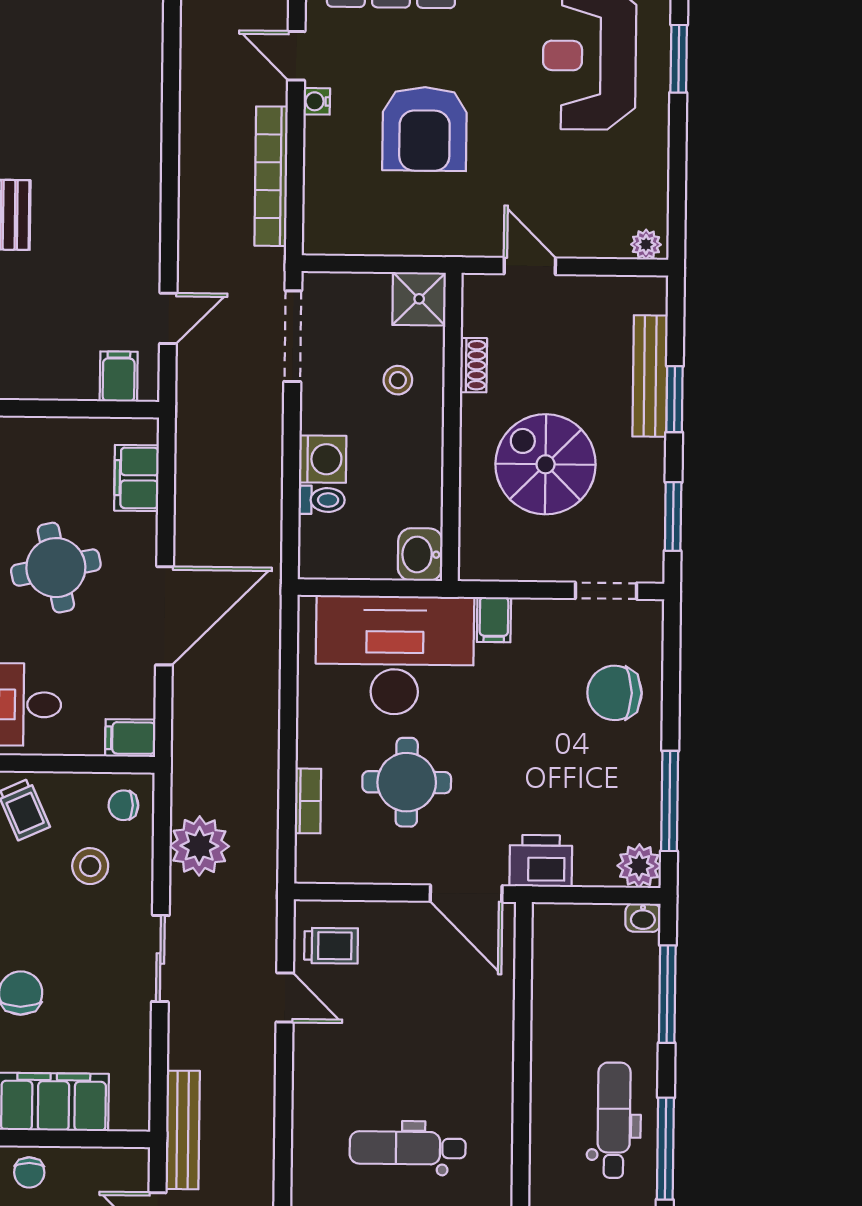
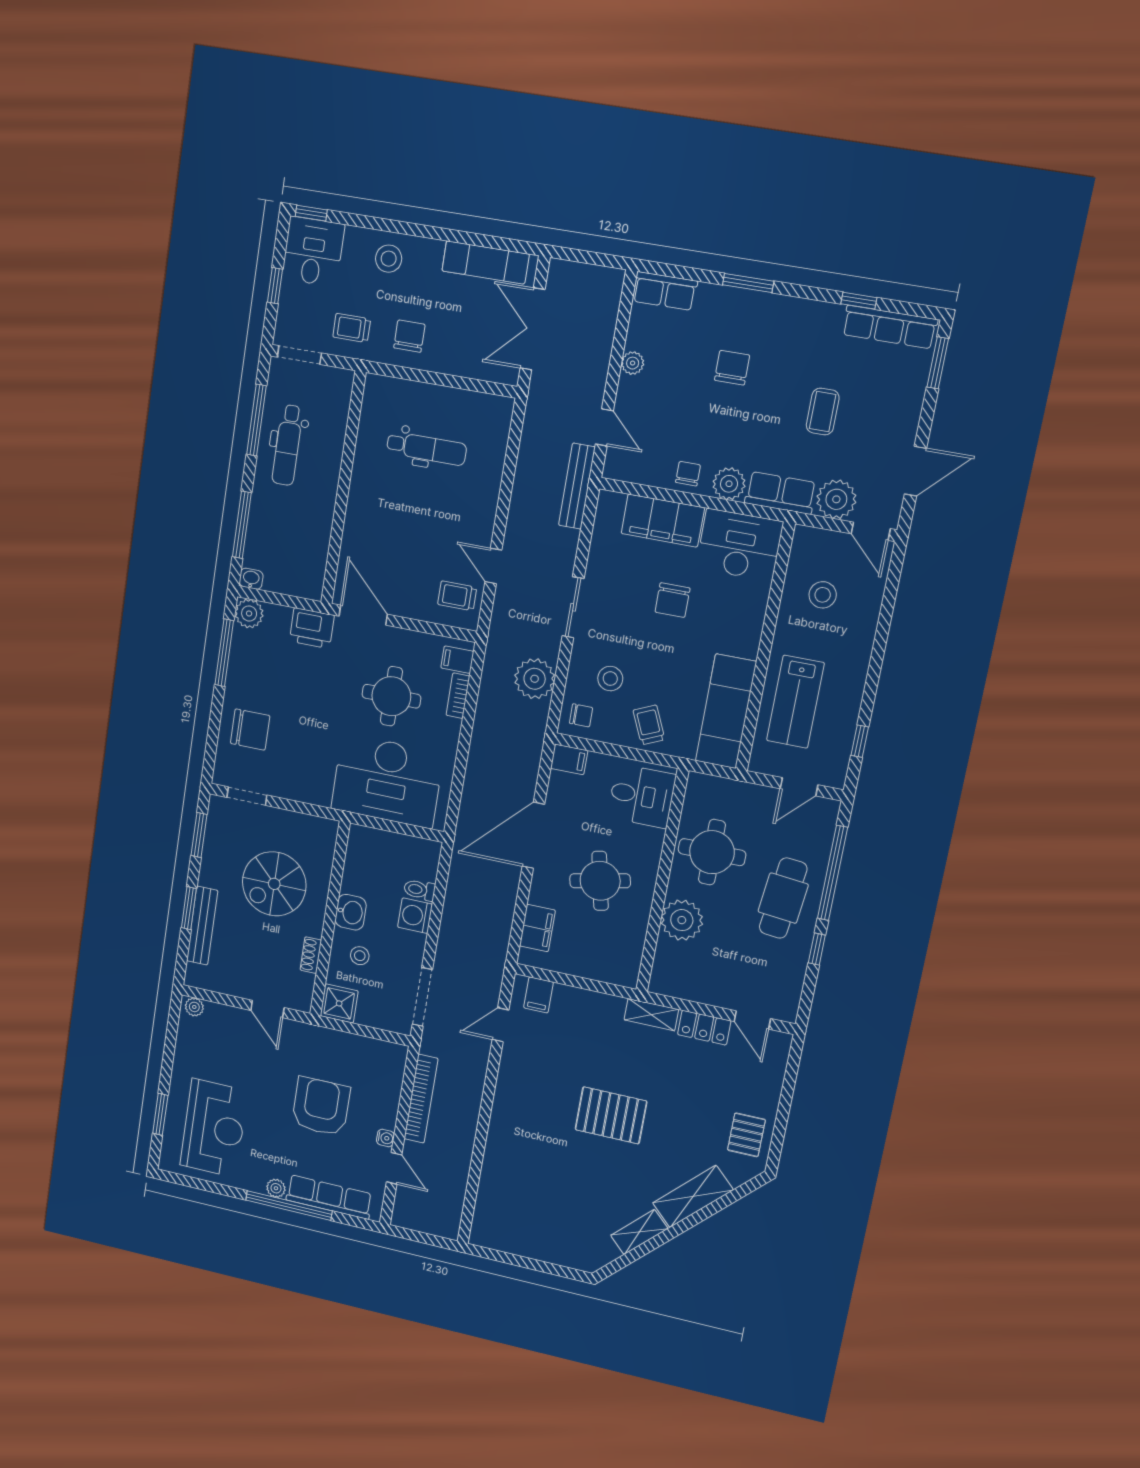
spiral stairs: (546, 464) -> (274, 884), turned 90
washbasin: (420, 554) -> (351, 912), moved
filing cabinet: (494, 620) -> (457, 660), moved, turned -90

